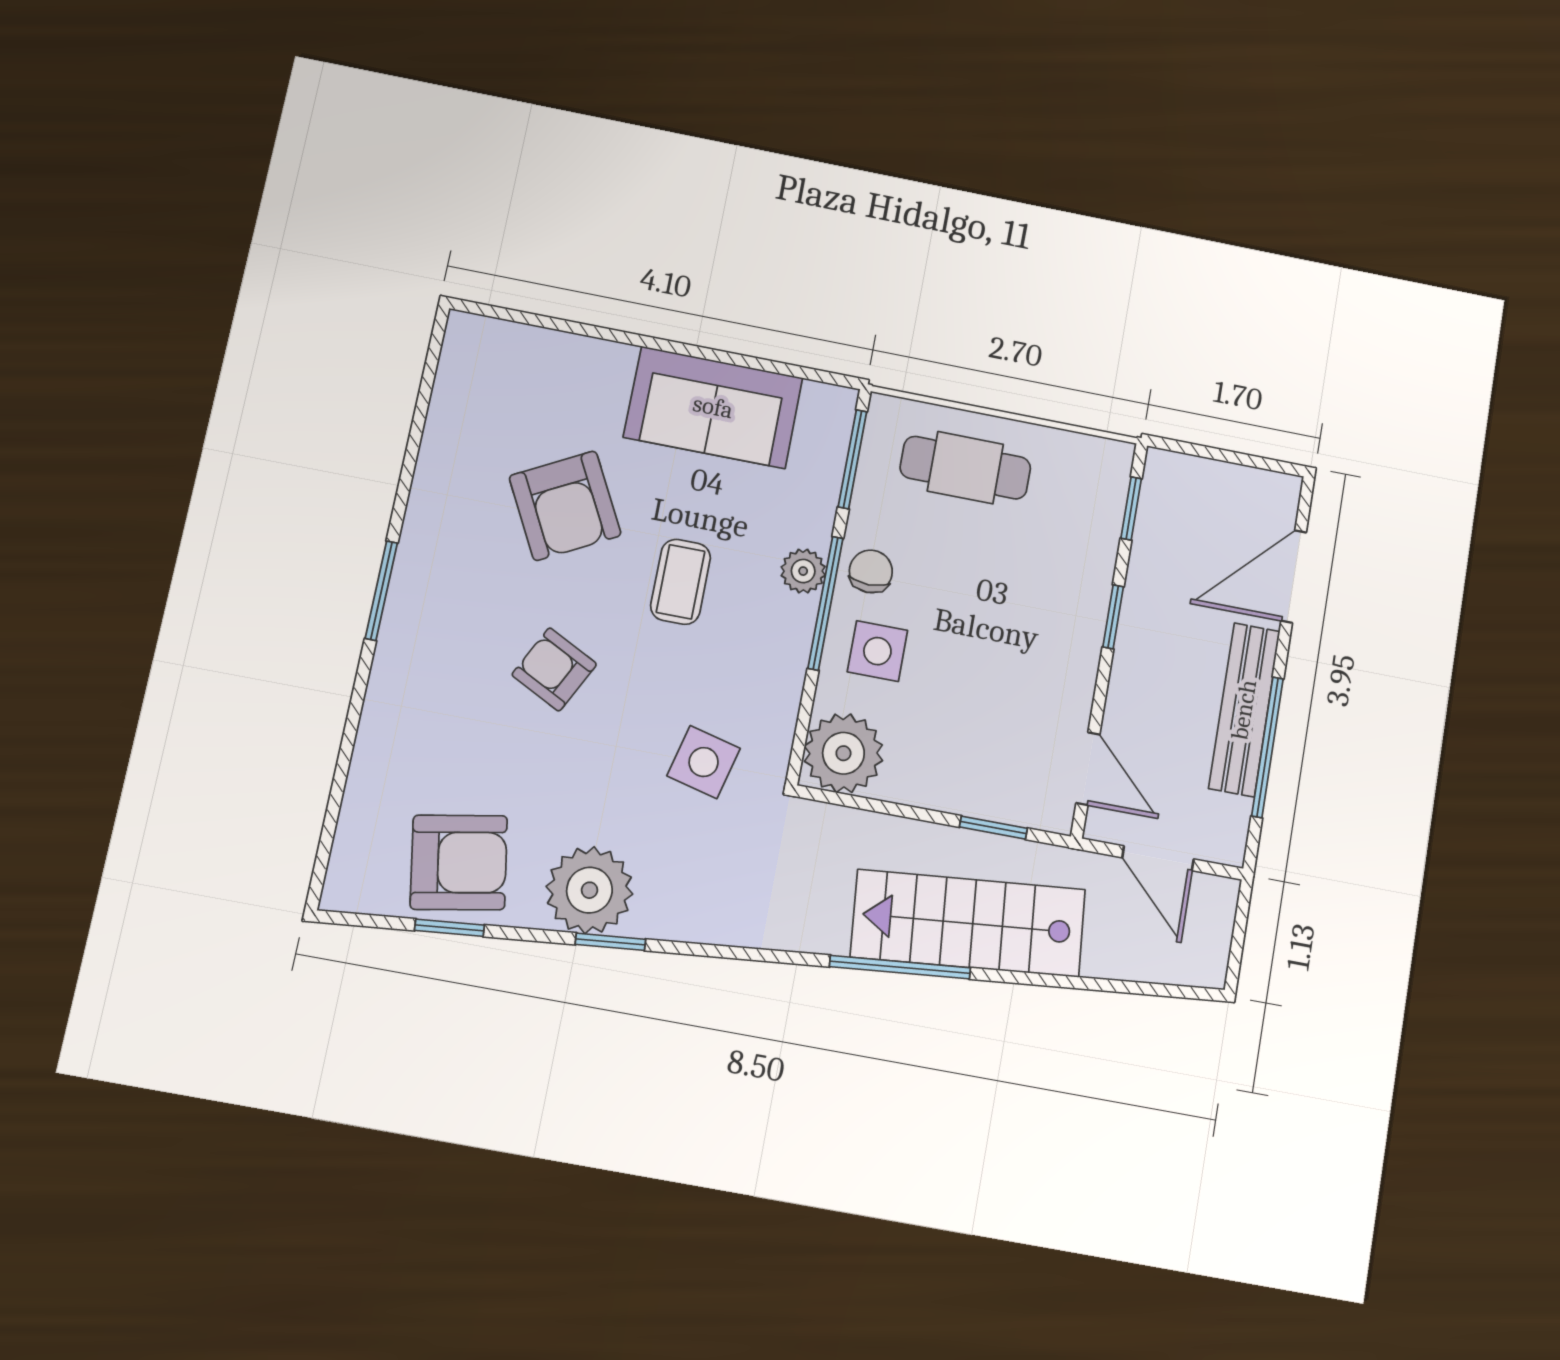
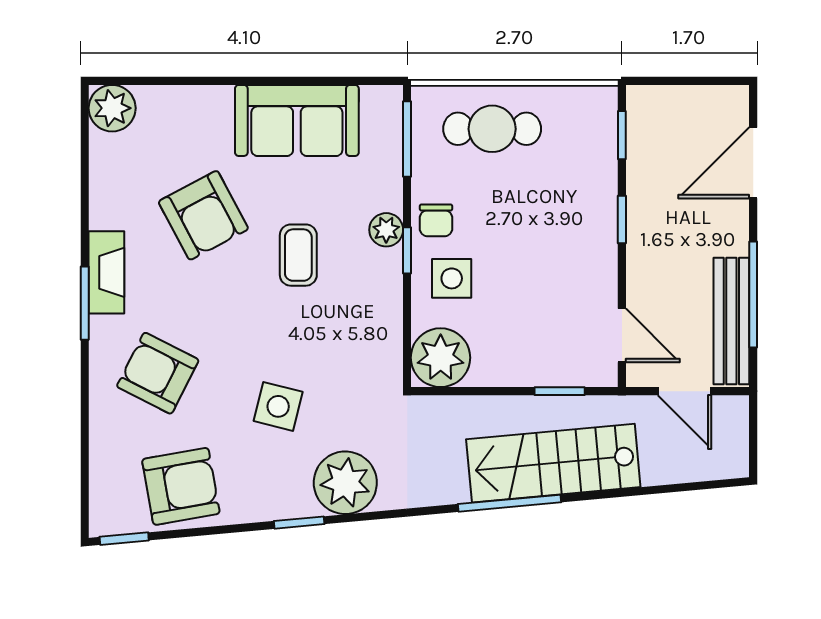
plant: (473, 344) -> (112, 108), added
fireplace: (419, 556) -> (106, 272), added
chair: (871, 571) -> (436, 220), turned 180
window: (825, 603) -> (407, 250), width x0.46
armchair: (554, 669) -> (158, 373), moved, width x1.38, depth x1.38
bench: (1244, 710) -> (731, 321), moved
side table: (704, 762) -> (278, 406), moved
plant: (589, 890) -> (345, 483), moved
window: (449, 928) -> (124, 539), moved

